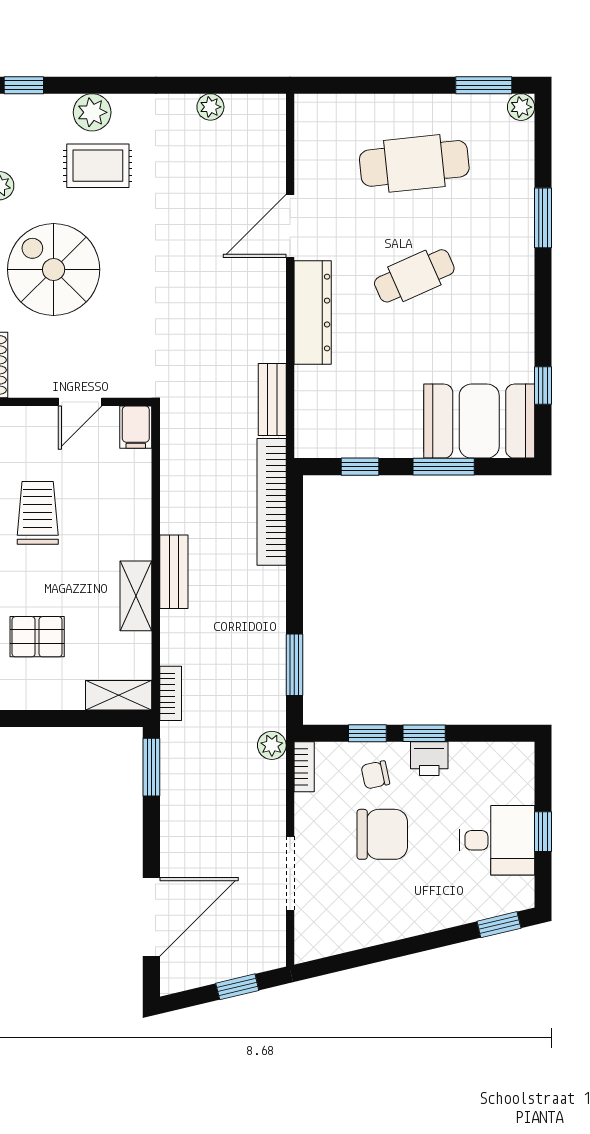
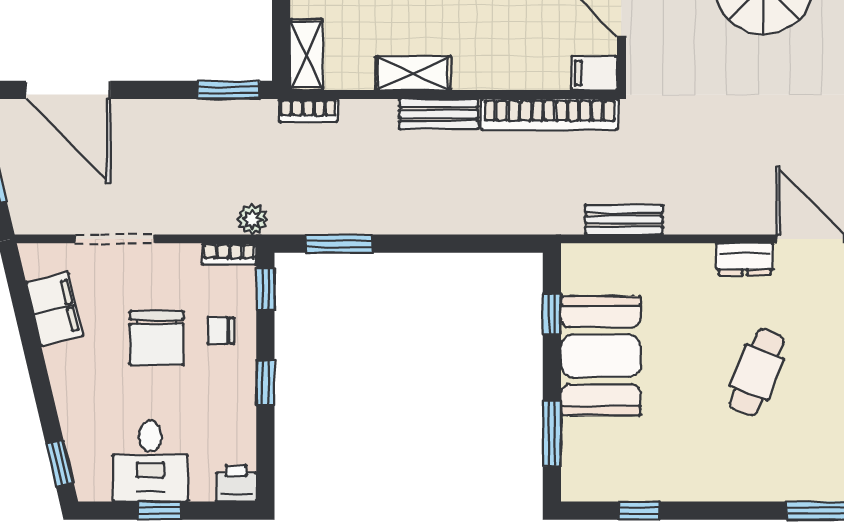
cafe table: (414, 276) -> (757, 372), turned 45
dresser: (313, 313) -> (745, 259), width x0.51, depth x0.80
booth: (479, 421) -> (601, 356), moved
window: (444, 467) -> (552, 433), moved
bookcase: (272, 502) -> (550, 114), moved, turned 180
window: (367, 733) -> (265, 289), moved
printer: (429, 759) -> (236, 483), moved, turned 90
chair: (375, 775) -> (221, 331), turned -78
filing cabinet: (355, 929) -> (55, 309), added

